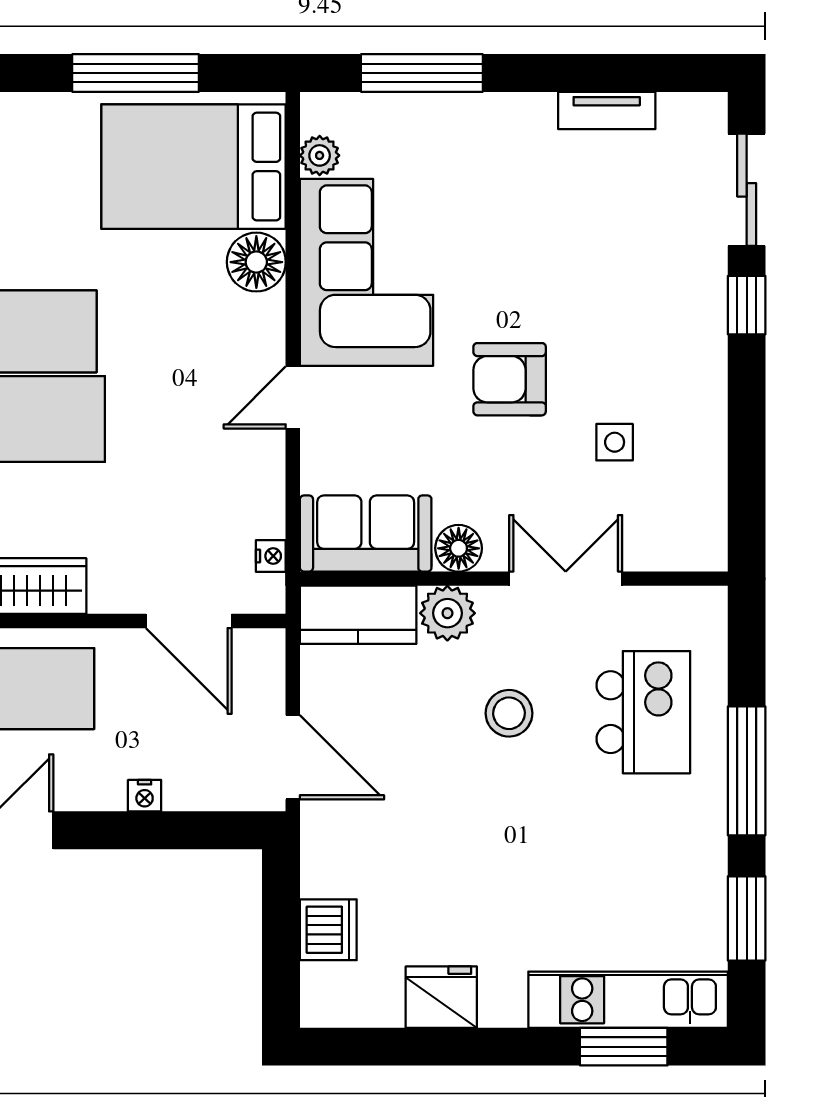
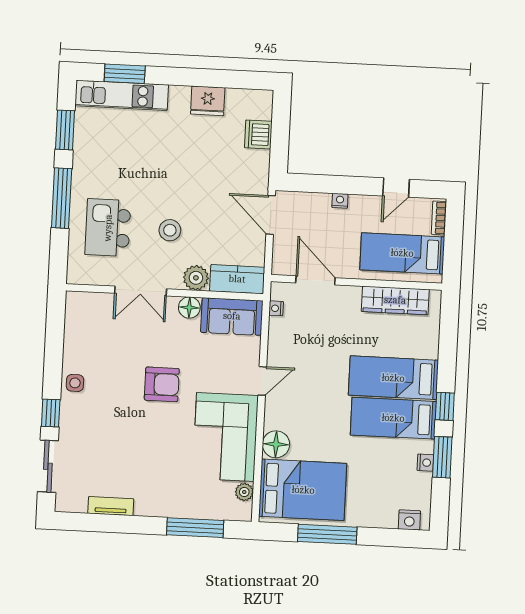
side table: (615, 442) -> (75, 383), moved

